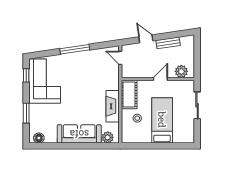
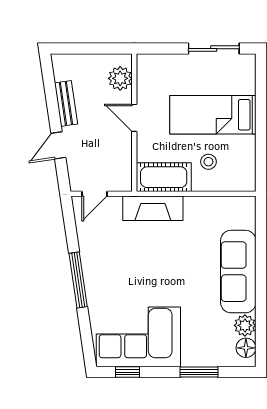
sliding door: (197, 105) -> (214, 49), moved
fireplace: (113, 106) -> (153, 208), moved
plant: (108, 137) -> (245, 325), moved

